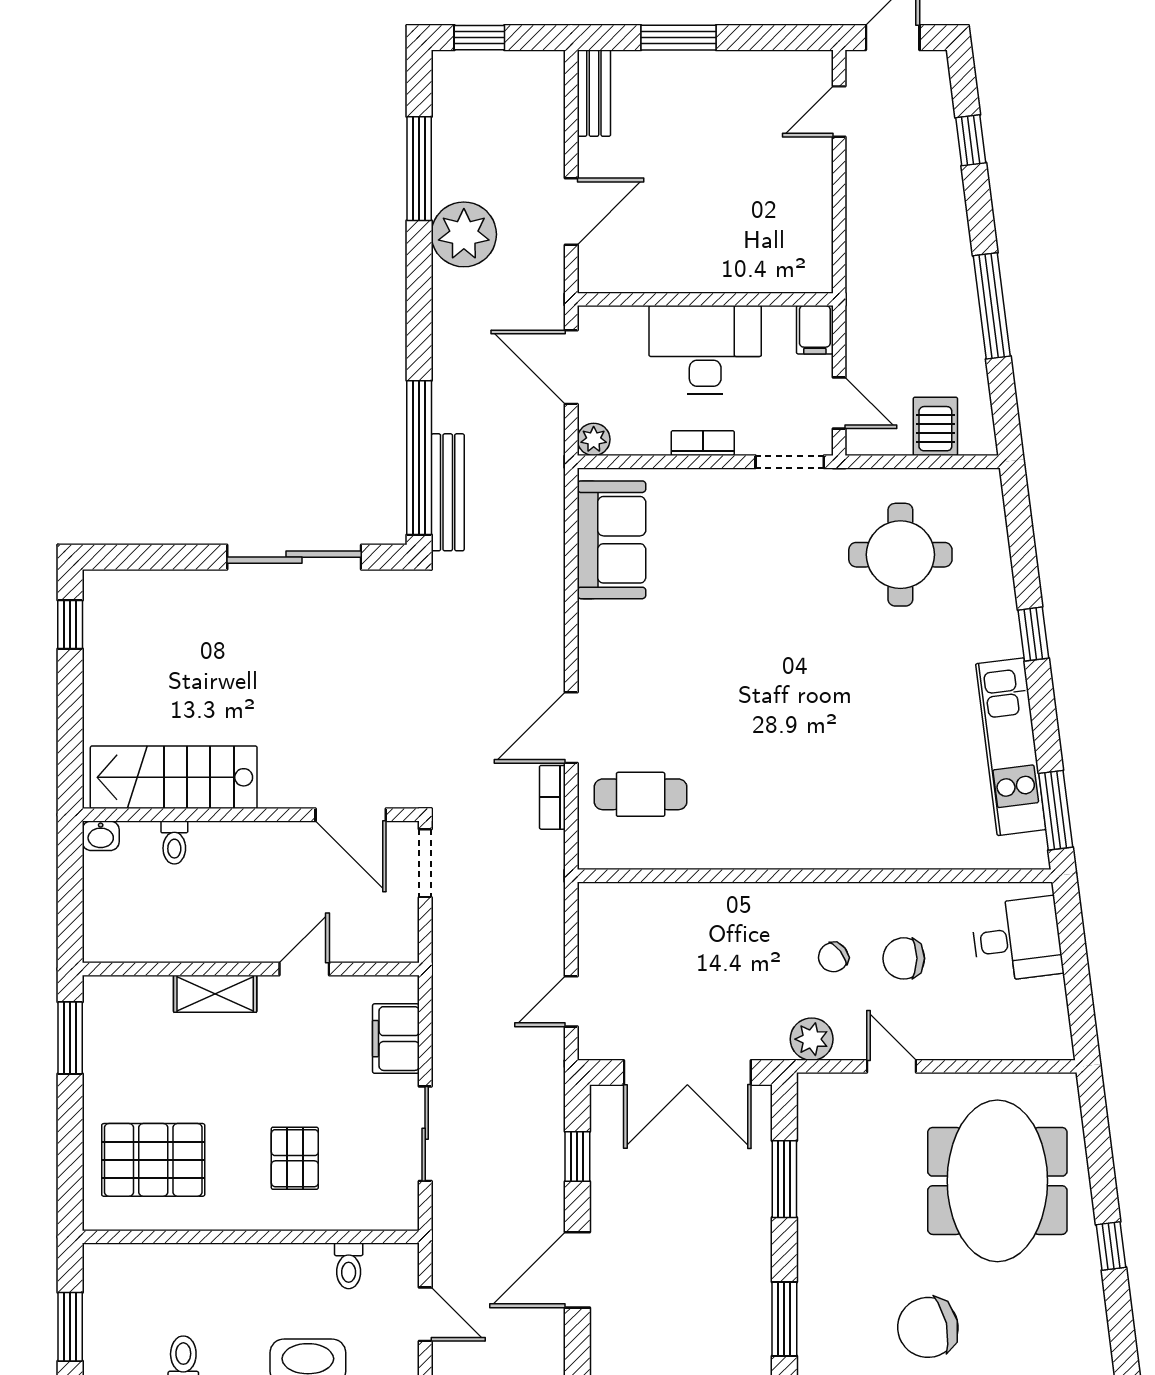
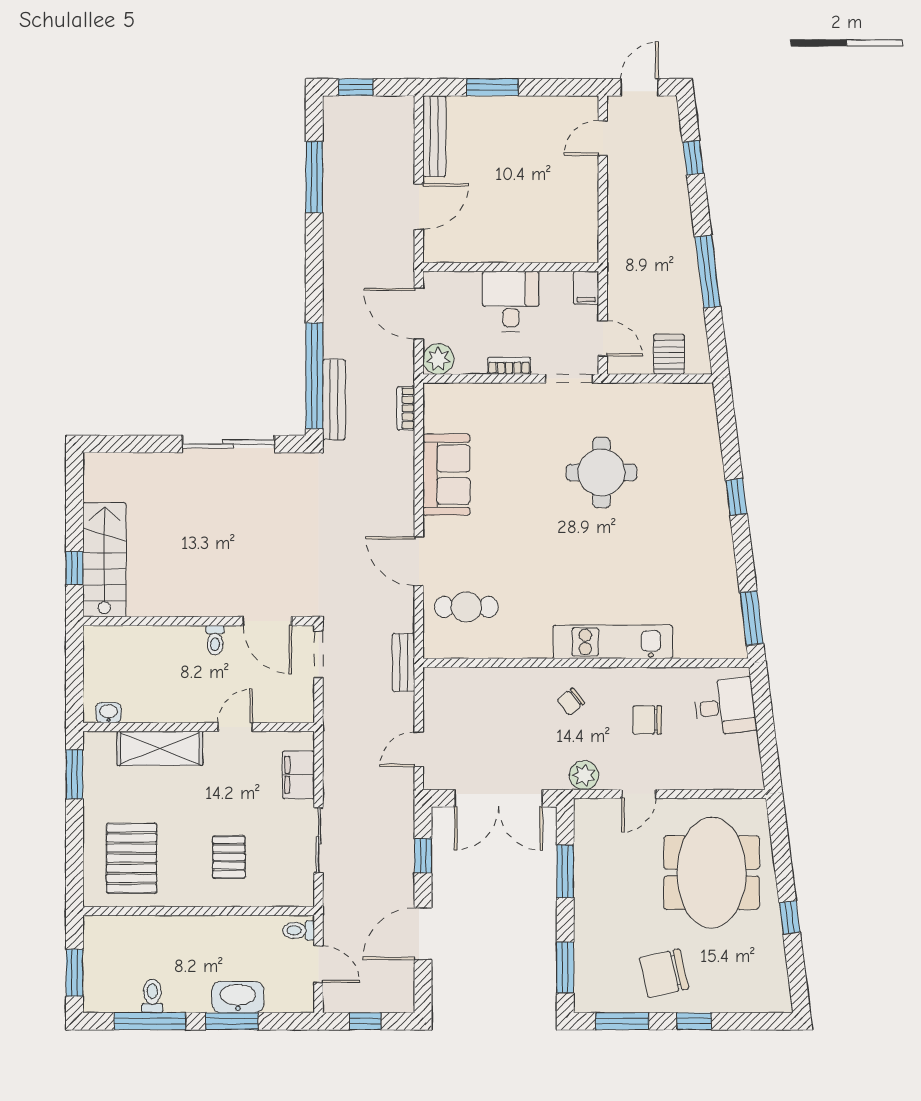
bench: (594, 93) -> (434, 136), width x1.36
plant: (464, 234) -> (345, 222), removed
desk: (705, 350) -> (511, 301), width x0.73
plant: (594, 439) -> (438, 359), width x1.38, depth x1.38
sofa: (611, 540) -> (446, 475), moved
round table: (900, 555) -> (601, 472), moved
window: (70, 625) -> (74, 568), moved
door: (571, 728) -> (419, 561), hinge flipped
kitchen unit: (1011, 747) -> (613, 642), moved, turned 97
stairs: (174, 777) -> (104, 560), moved, turned 90
bookcase: (552, 797) -> (406, 408), moved
washbasin: (101, 836) -> (108, 713), moved, turned 180
toilet: (174, 843) -> (215, 640), moved
bench: (549, 875) -> (404, 662), added
chair: (833, 957) -> (571, 702), moved
shelving: (215, 994) -> (160, 748), width x1.50, depth x1.33
door: (892, 1066) -> (639, 794), swing flipped
pallet: (153, 1160) -> (132, 858), turned 90
toilet: (349, 1266) -> (299, 930), moved, turned 90

